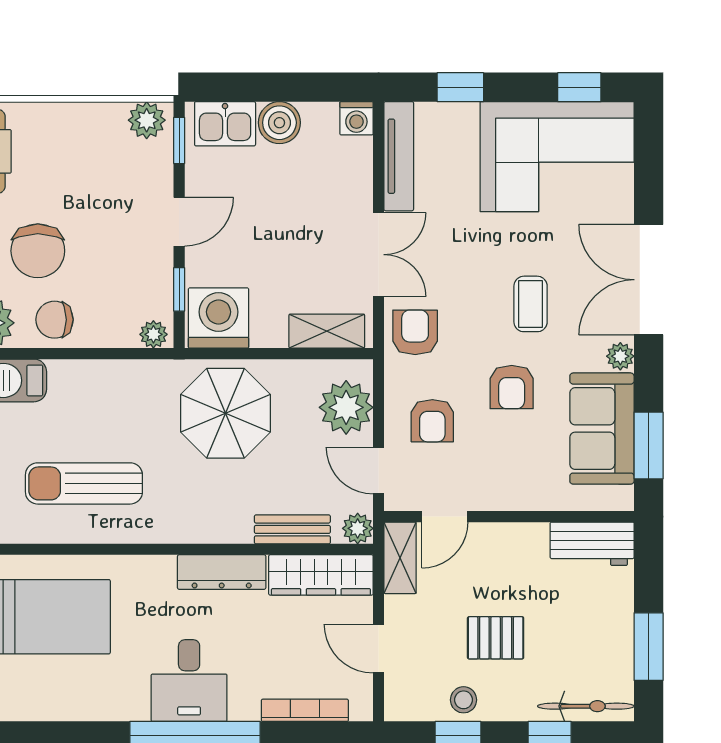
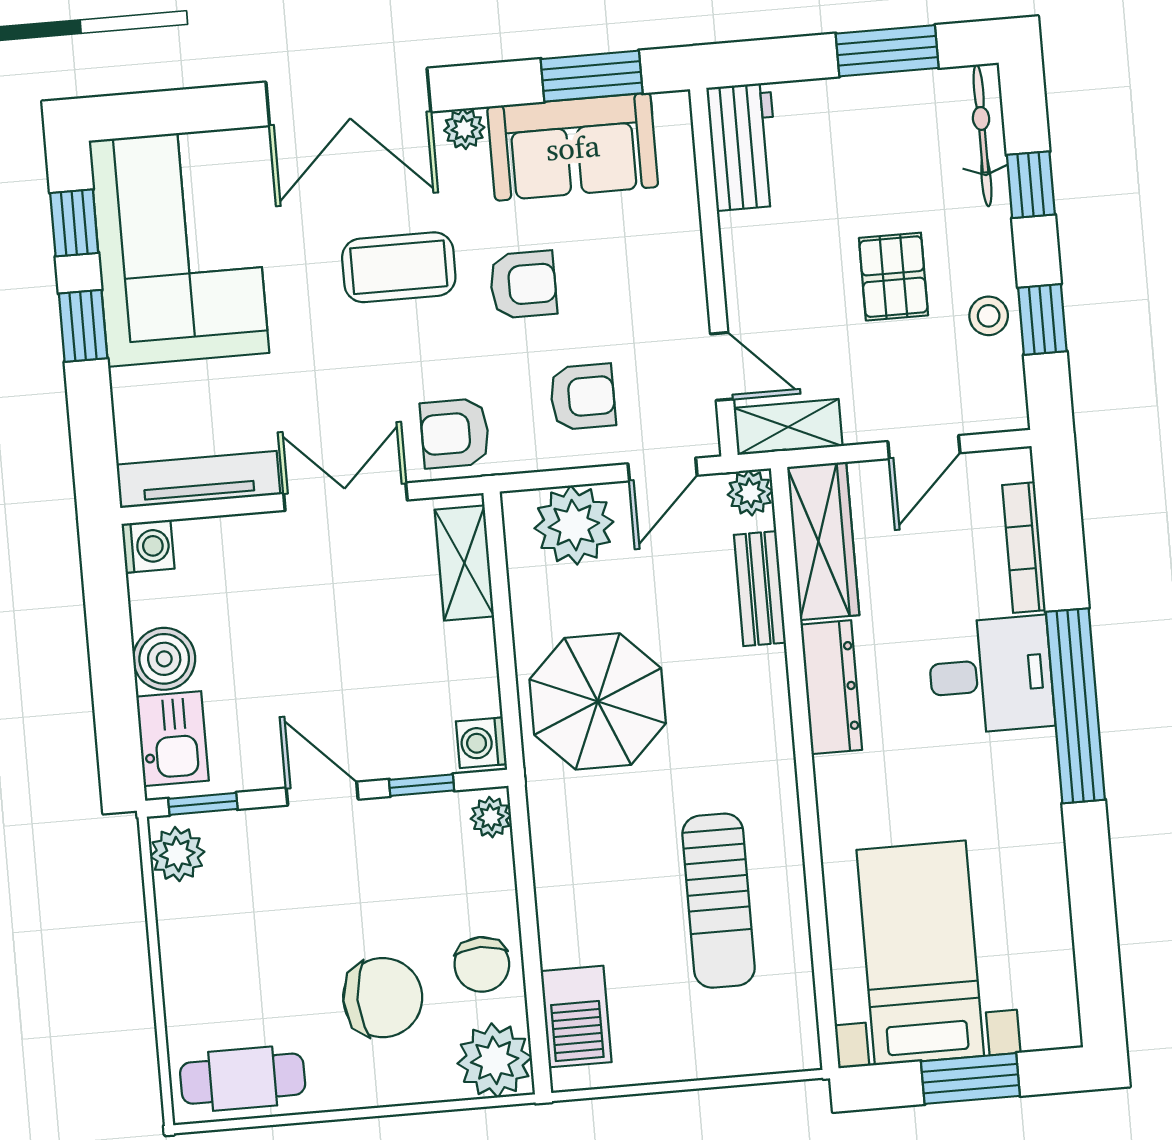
window: (460, 87) -> (83, 326), moved
coffee table: (531, 304) -> (399, 267), width x1.36, depth x1.30
washing machine: (219, 318) -> (481, 743), width x0.53, depth x0.53
desk: (189, 681) -> (991, 675), moved

